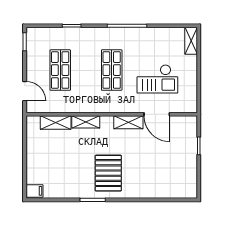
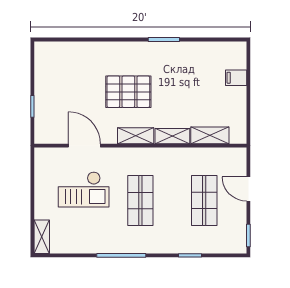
checkout: (157, 79) -> (84, 189), turned 180
door: (25, 91) -> (248, 189), moved
shelving: (128, 122) -> (136, 136), moved
pallet: (108, 173) -> (128, 92), moved, turned 90
filing cabinet: (35, 191) -> (236, 78), moved

